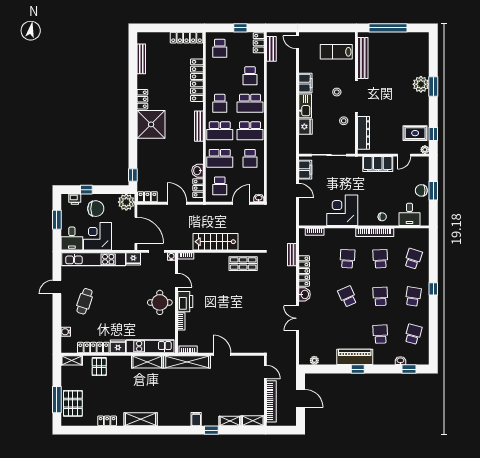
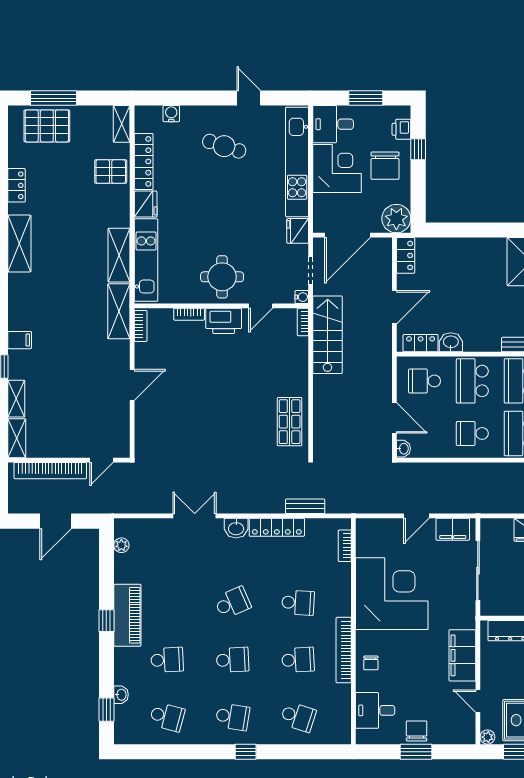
window: (133, 175) -> (443, 230), removed
corner desk: (342, 210) -> (392, 594), width x1.36, depth x1.36
stairs: (215, 242) -> (328, 335), moved
shelving: (187, 362) -> (119, 311), width x0.68

